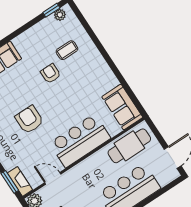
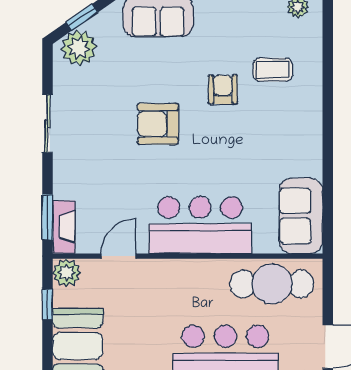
armchair: (29, 120) -> (158, 124), moved, turned -90
door: (53, 178) -> (118, 256), hinge flipped

